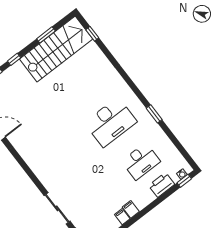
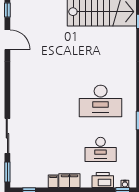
filing cabinet: (131, 209) -> (69, 181), width x2.00

